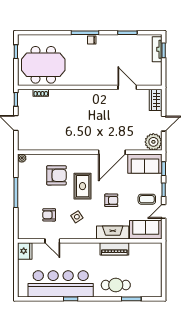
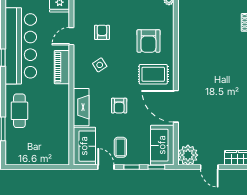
rug: (83, 186) -> (153, 74), moved
piano: (114, 249) -> (62, 67), moved

